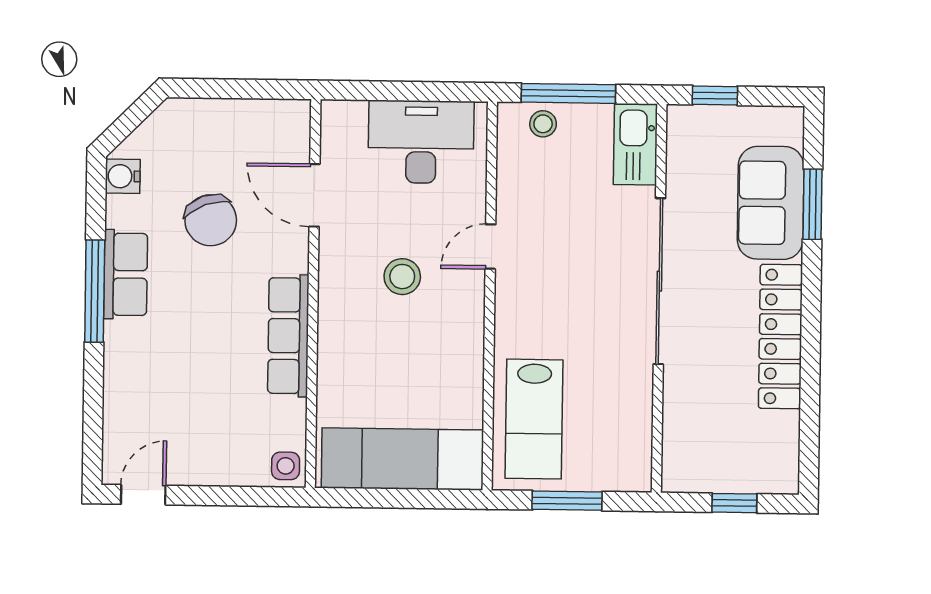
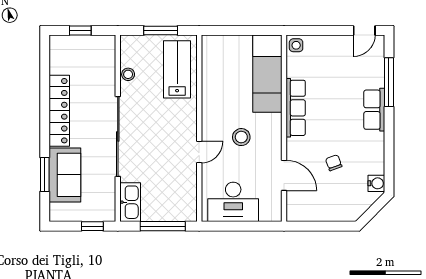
stool: (543, 124) -> (128, 74), moved
chair: (211, 220) -> (334, 163), width x0.54, depth x0.54
row of seats: (126, 274) -> (374, 110), moved
window: (95, 291) -> (389, 82), moved
exam couch: (402, 459) -> (267, 74), moved, turned 90

